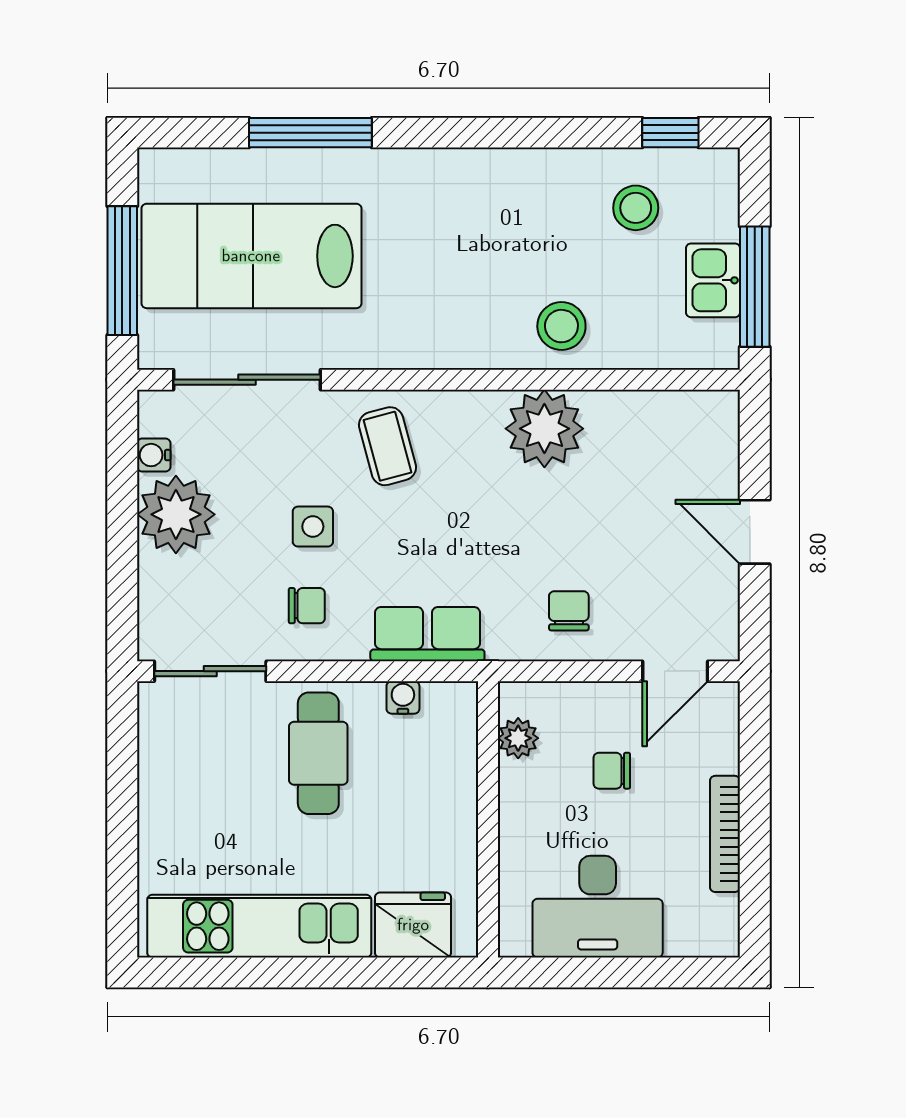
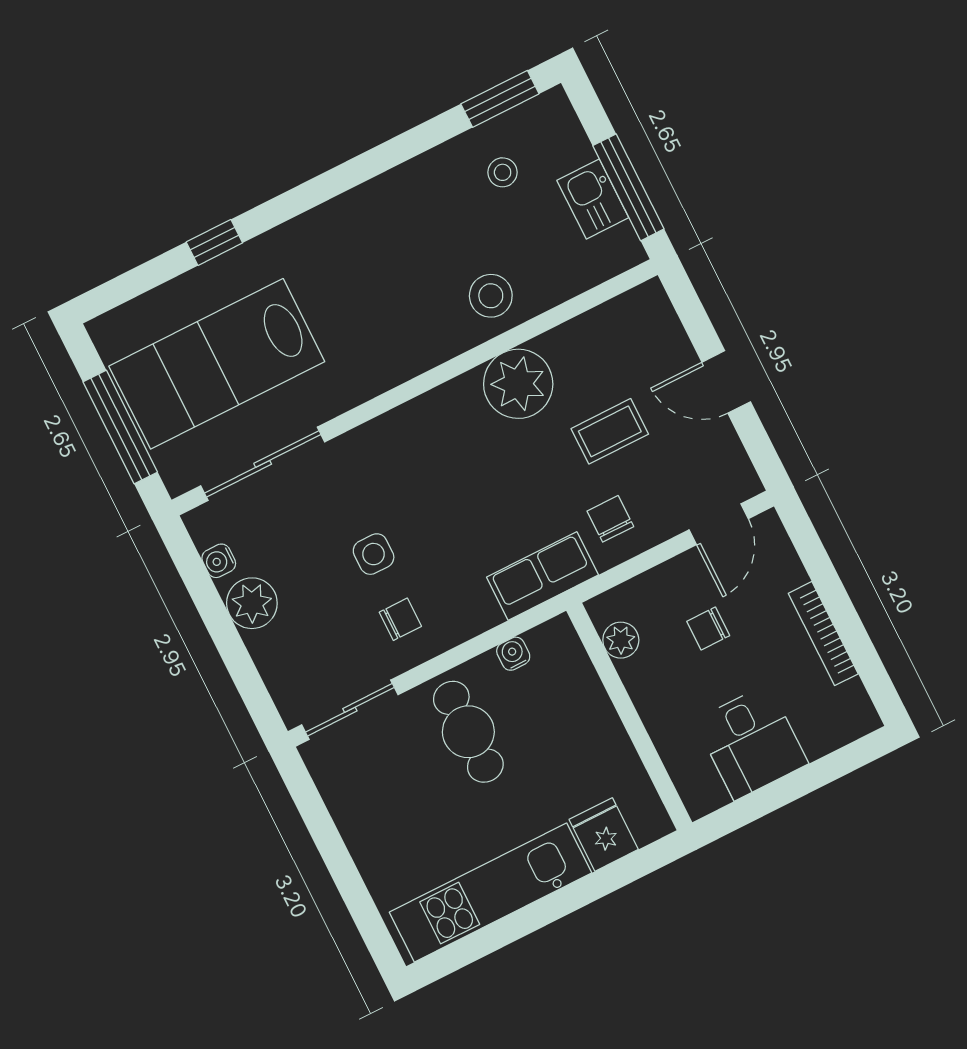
window: (310, 133) -> (214, 242), width x0.46
window: (670, 133) -> (500, 99), width x1.50
stool: (636, 208) -> (503, 172), width x0.73, depth x0.73
coffee table: (387, 446) -> (610, 431), moved, turned -75
plant: (176, 514) -> (252, 603), width x0.73, depth x0.73
row of seats: (427, 634) -> (543, 576), moved
desk: (598, 907) -> (751, 742), width x0.73
fridge: (413, 925) -> (604, 834), width x0.72

